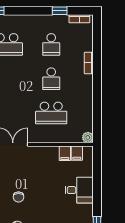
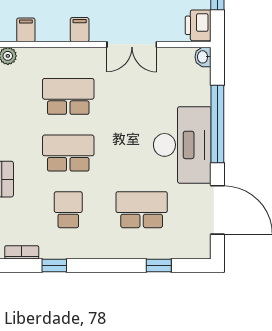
school desk: (51, 79) -> (68, 153), width x1.85
filing cabinet: (65, 153) -> (80, 30), moved

